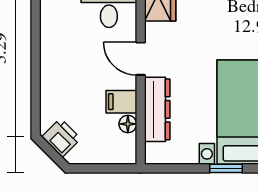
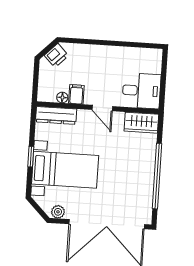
door: (141, 59) -> (102, 108), swing flipped
dresser: (157, 109) -> (56, 115), moved

